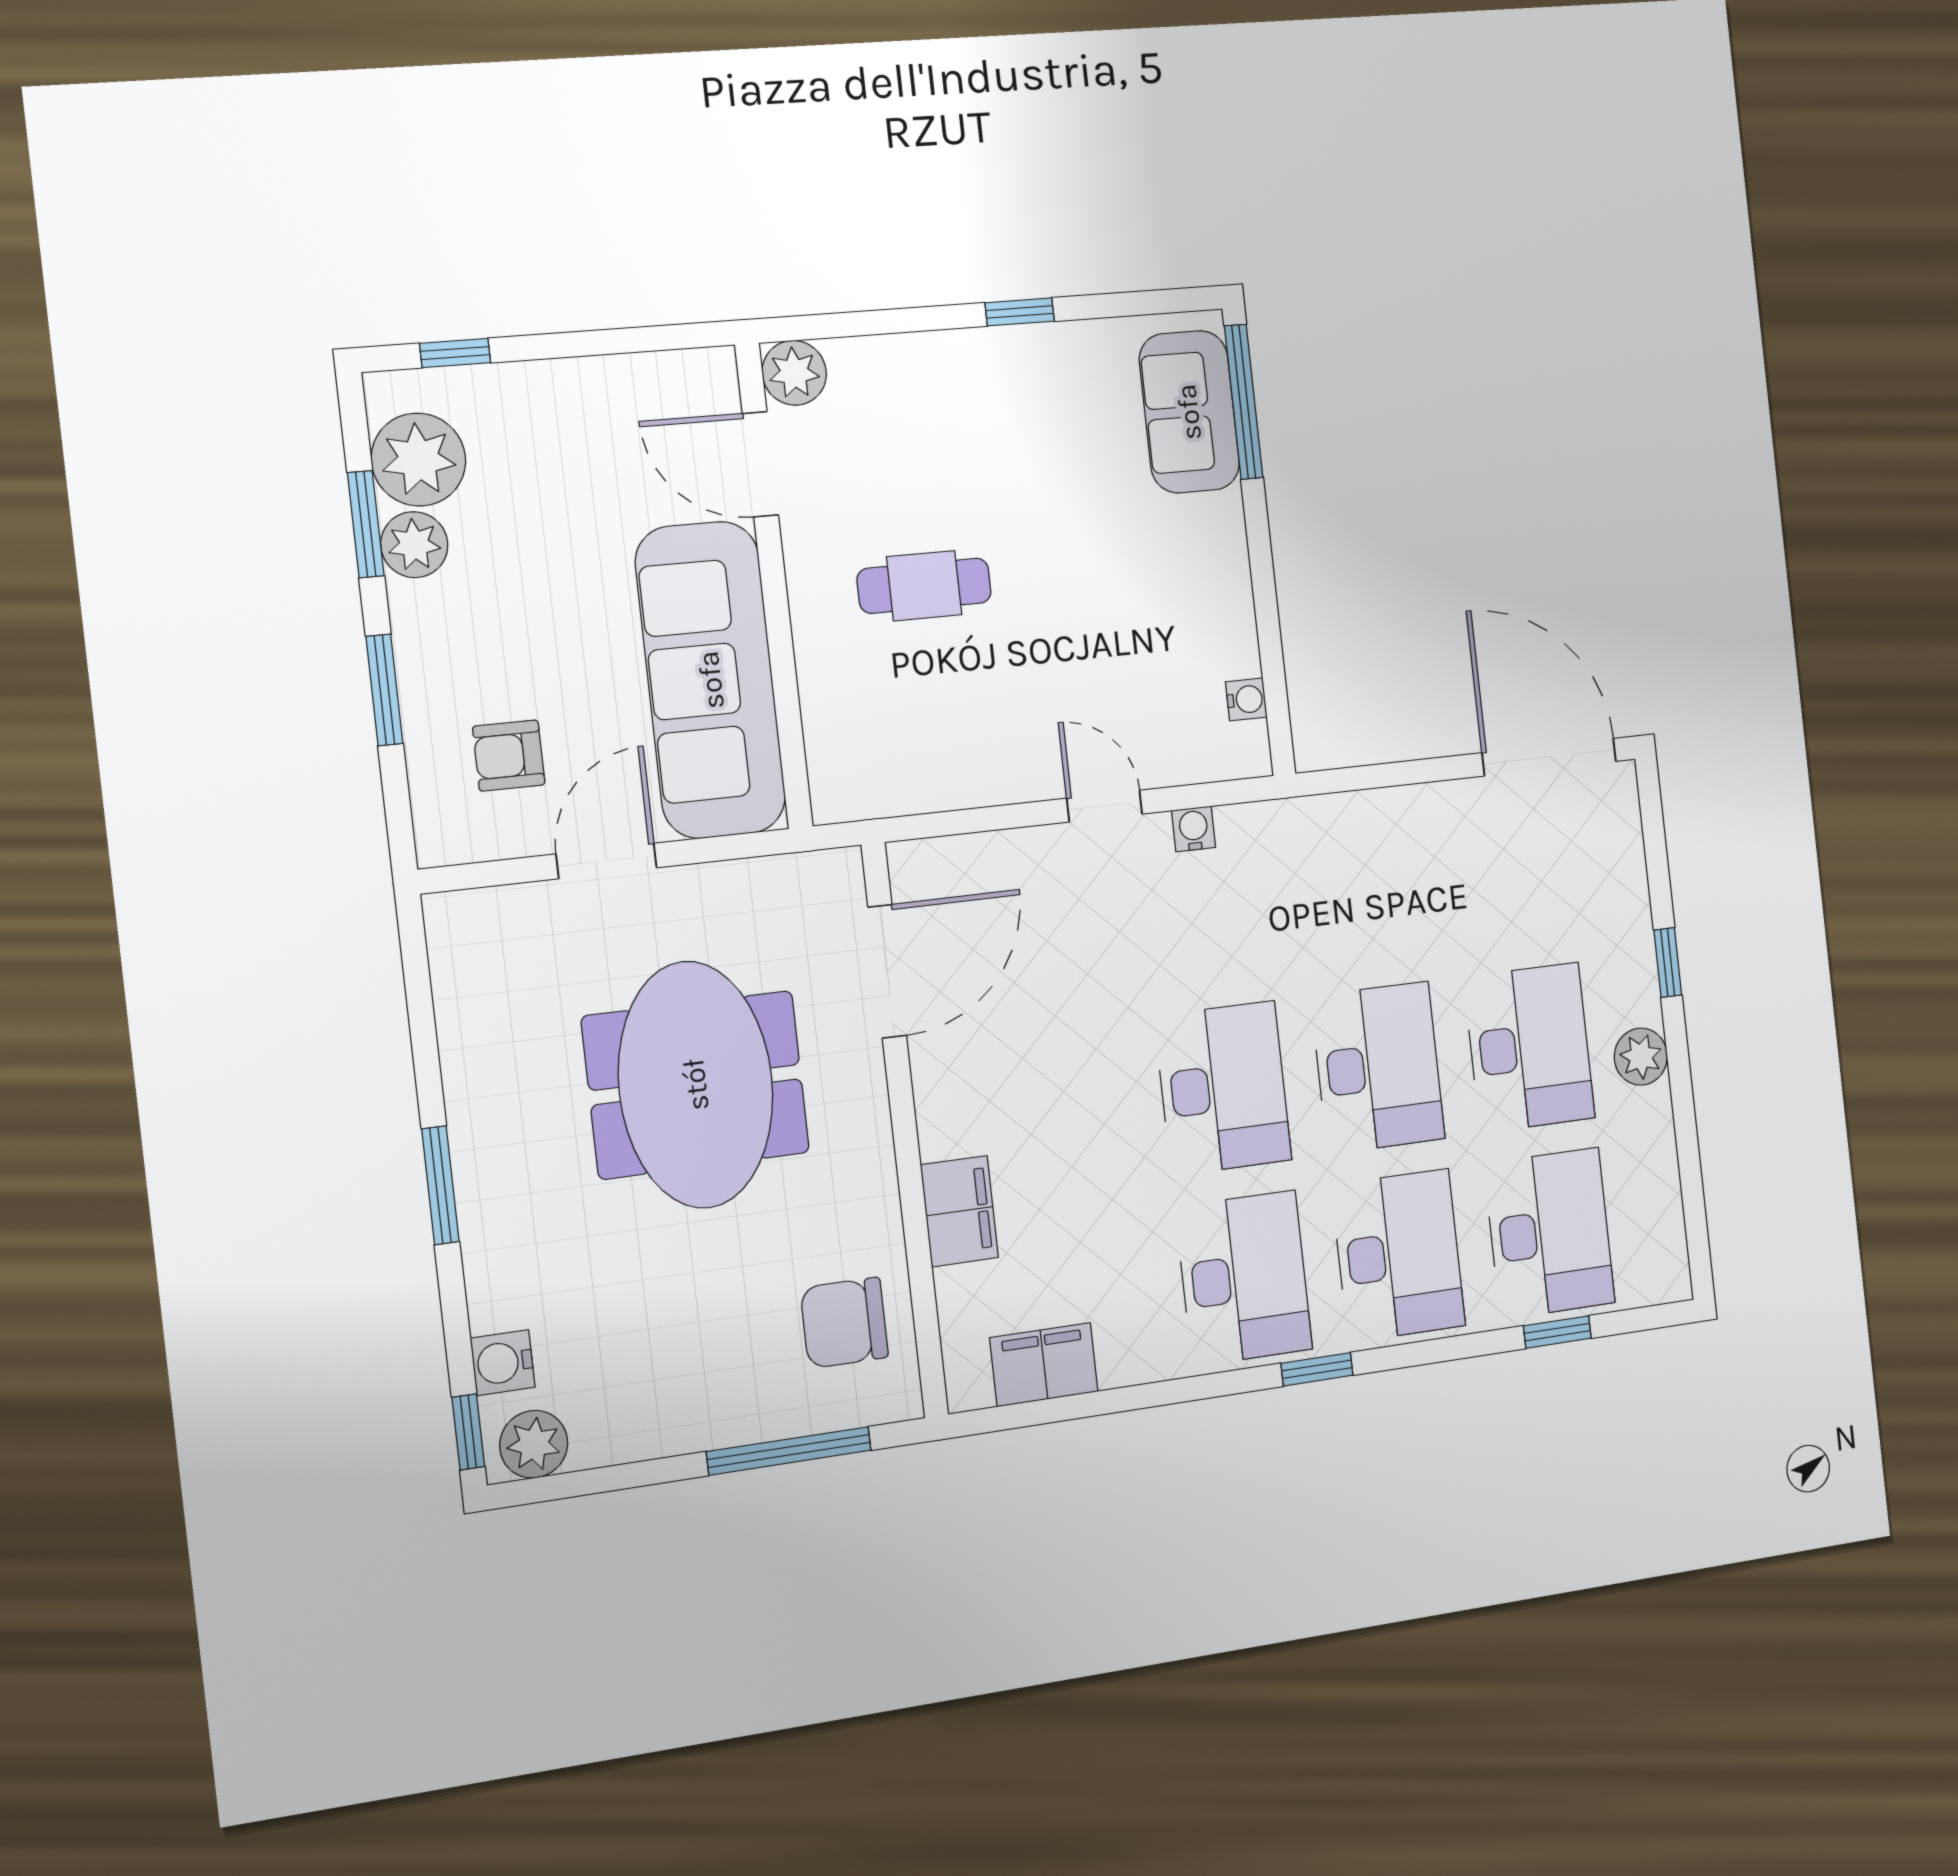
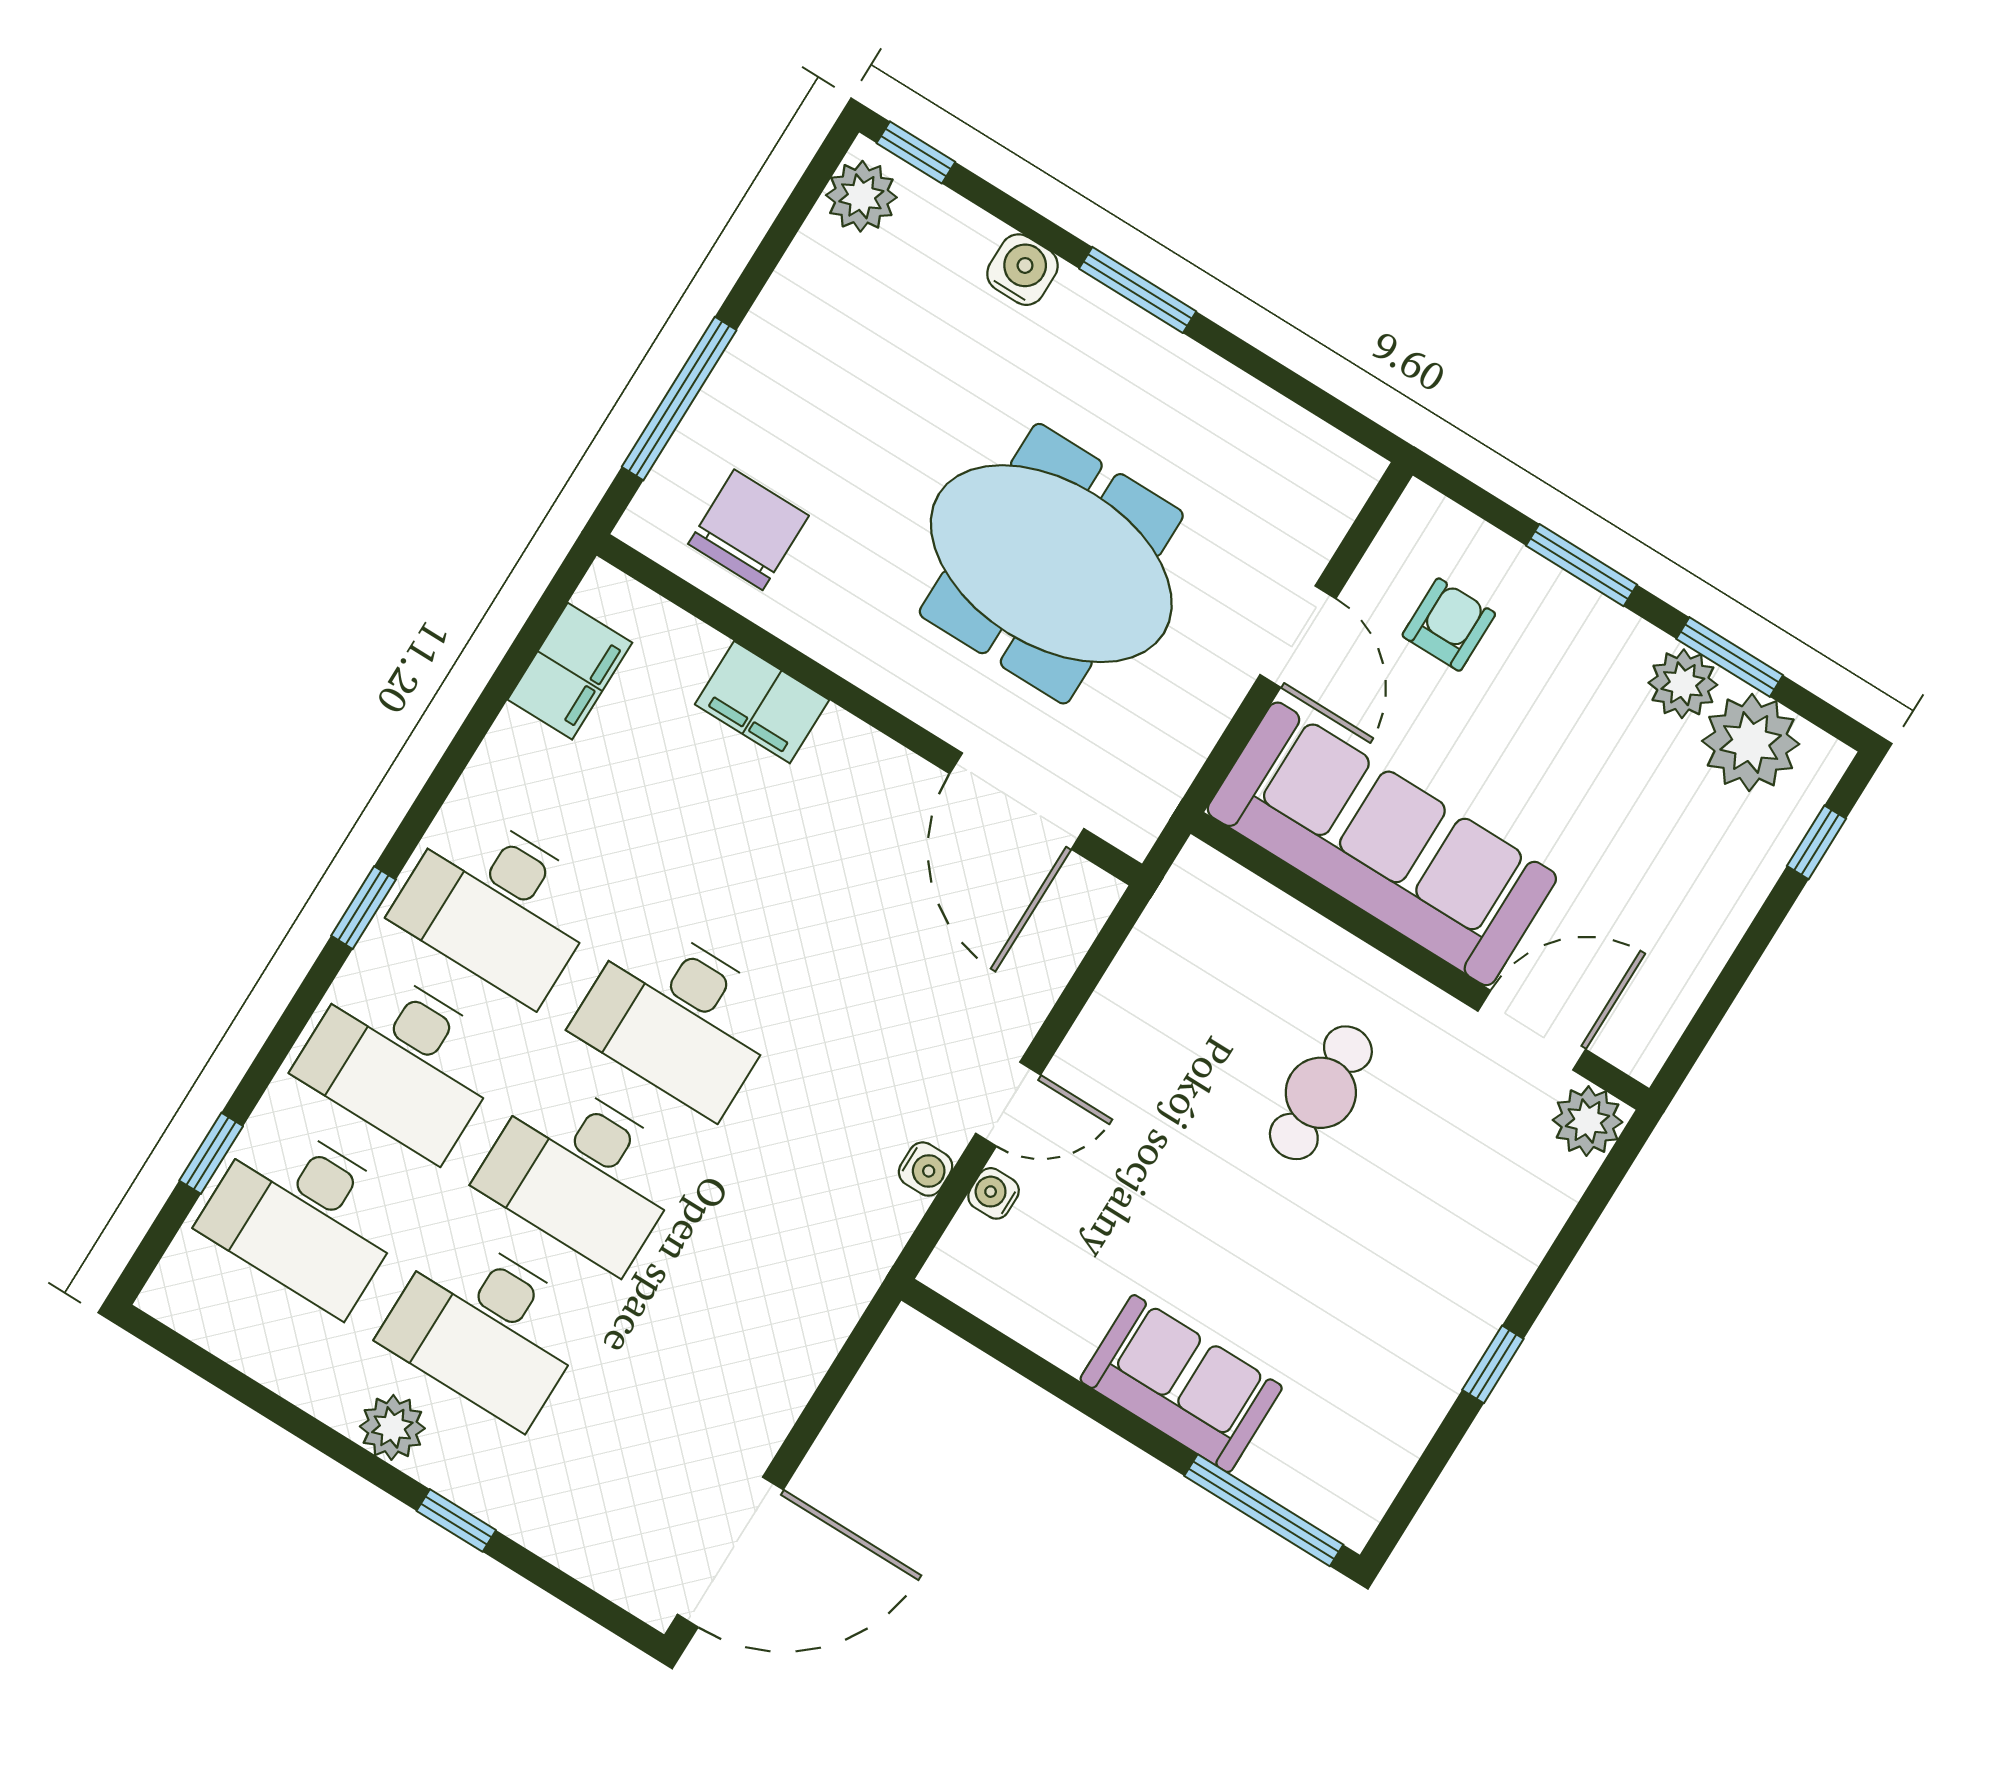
sofa: (1189, 412) -> (1181, 1384), moved
water cooler: (1246, 699) -> (994, 1193), moved, turned 90
water cooler: (503, 1363) -> (1022, 270), moved

